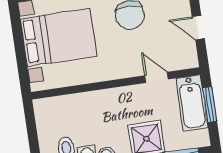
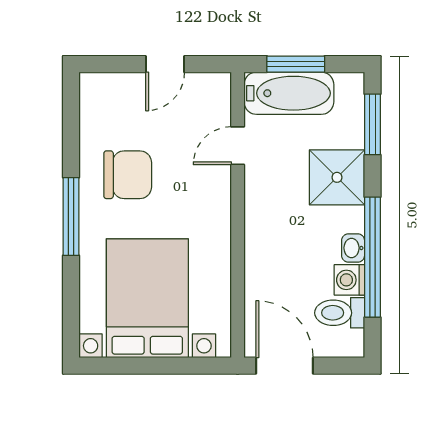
door: (31, 124) -> (284, 366), added

